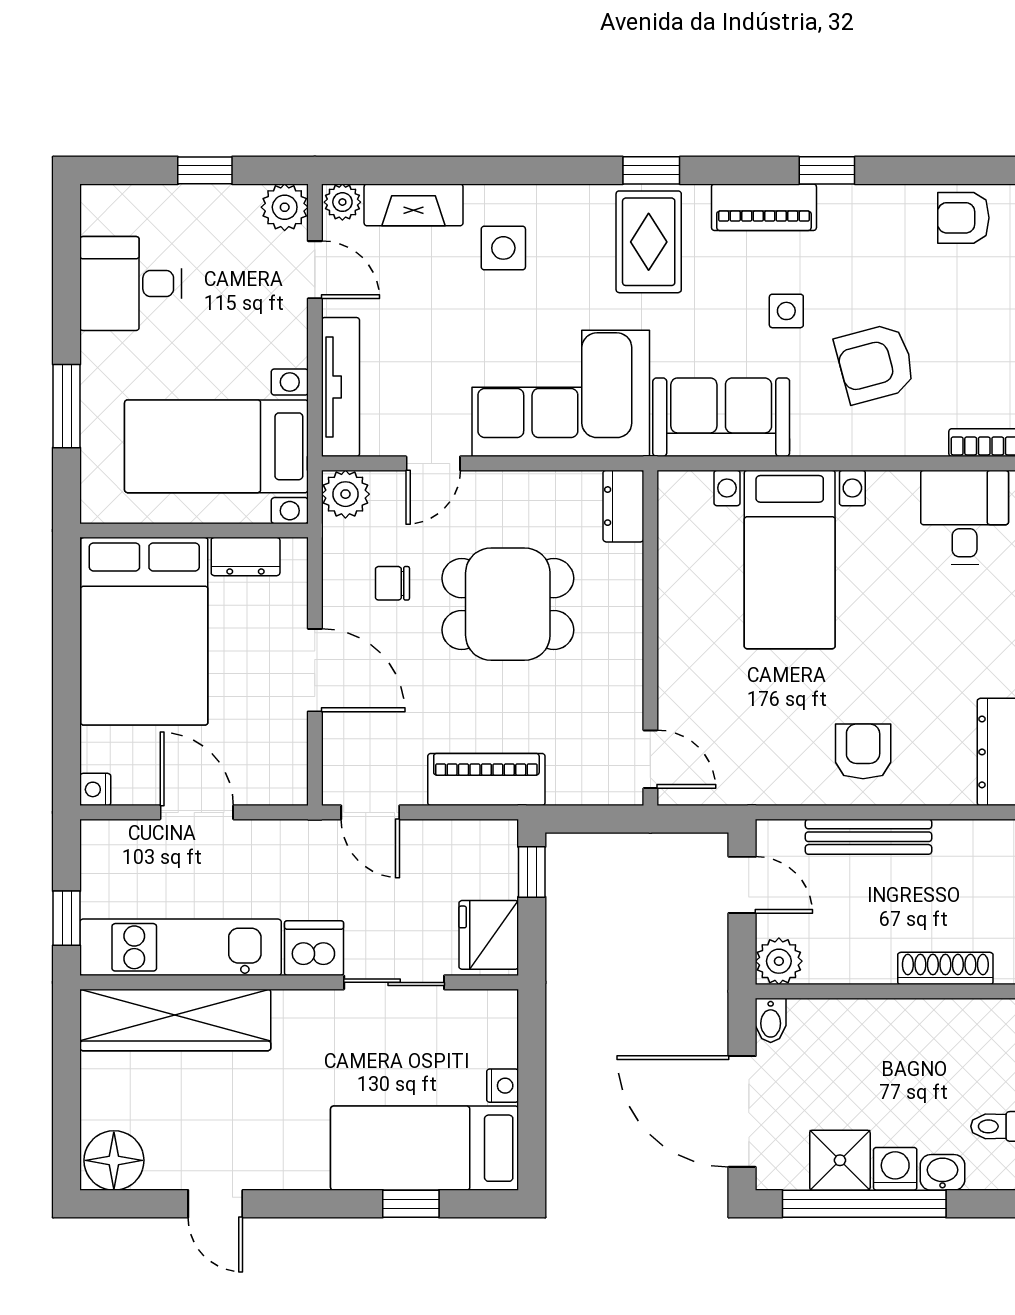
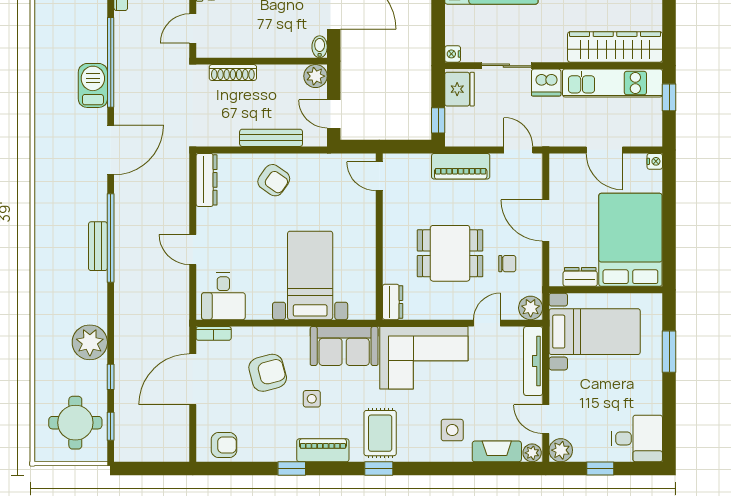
desk: (131, 283) -> (637, 438), moved
armchair: (863, 751) -> (274, 180), turned -55
nightstand: (503, 1086) -> (453, 54), moved

